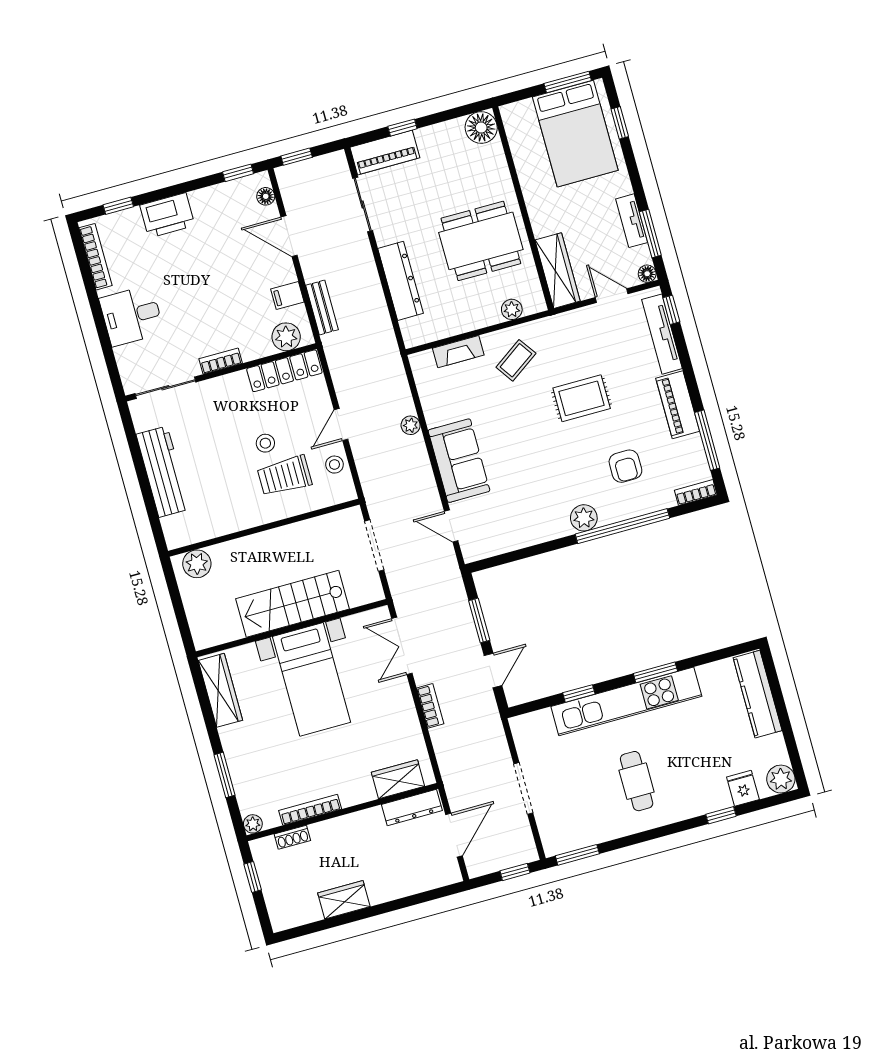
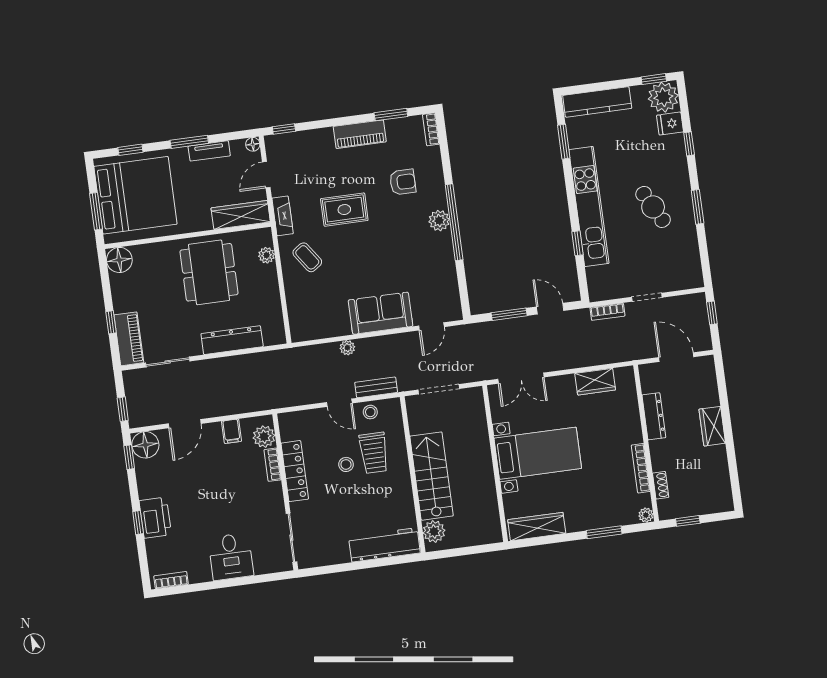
window: (568, 82) -> (96, 211), moved
bed: (575, 134) -> (135, 195), width x1.36
floor lamp: (266, 196) -> (145, 445), width x1.89, depth x1.89
window: (118, 206) -> (138, 523), moved
window: (650, 234) -> (189, 142), moved
bookcase: (96, 257) -> (171, 580), width x0.64
bench: (322, 307) -> (376, 387), moved
tv unit: (662, 334) -> (302, 139), removed
fireplace: (458, 352) -> (283, 216), moved
bookcase: (221, 361) -> (273, 465), moved
locker: (284, 371) -> (295, 471), moved
rug: (582, 398) -> (344, 210), turned 90
window: (707, 440) -> (391, 115), width x0.69
workbench: (163, 472) -> (384, 545), moved
window: (622, 526) -> (454, 222), moved
stairs: (293, 604) -> (432, 476), moved, turned 180
window: (655, 672) -> (564, 142), moved
bookcase: (430, 706) -> (607, 312), moved, turned 180
window: (795, 761) -> (654, 79), added
wardrobe: (398, 779) -> (595, 382), moved, turned -90
plant: (781, 779) -> (663, 97), width x1.36, depth x1.36
cafe table: (637, 781) -> (653, 207), turned 62
doorway: (523, 788) -> (647, 297), width x0.73
dresser: (412, 808) -> (654, 416), moved
window: (577, 855) -> (698, 207), moved
wardrobe: (344, 900) -> (712, 426), moved

